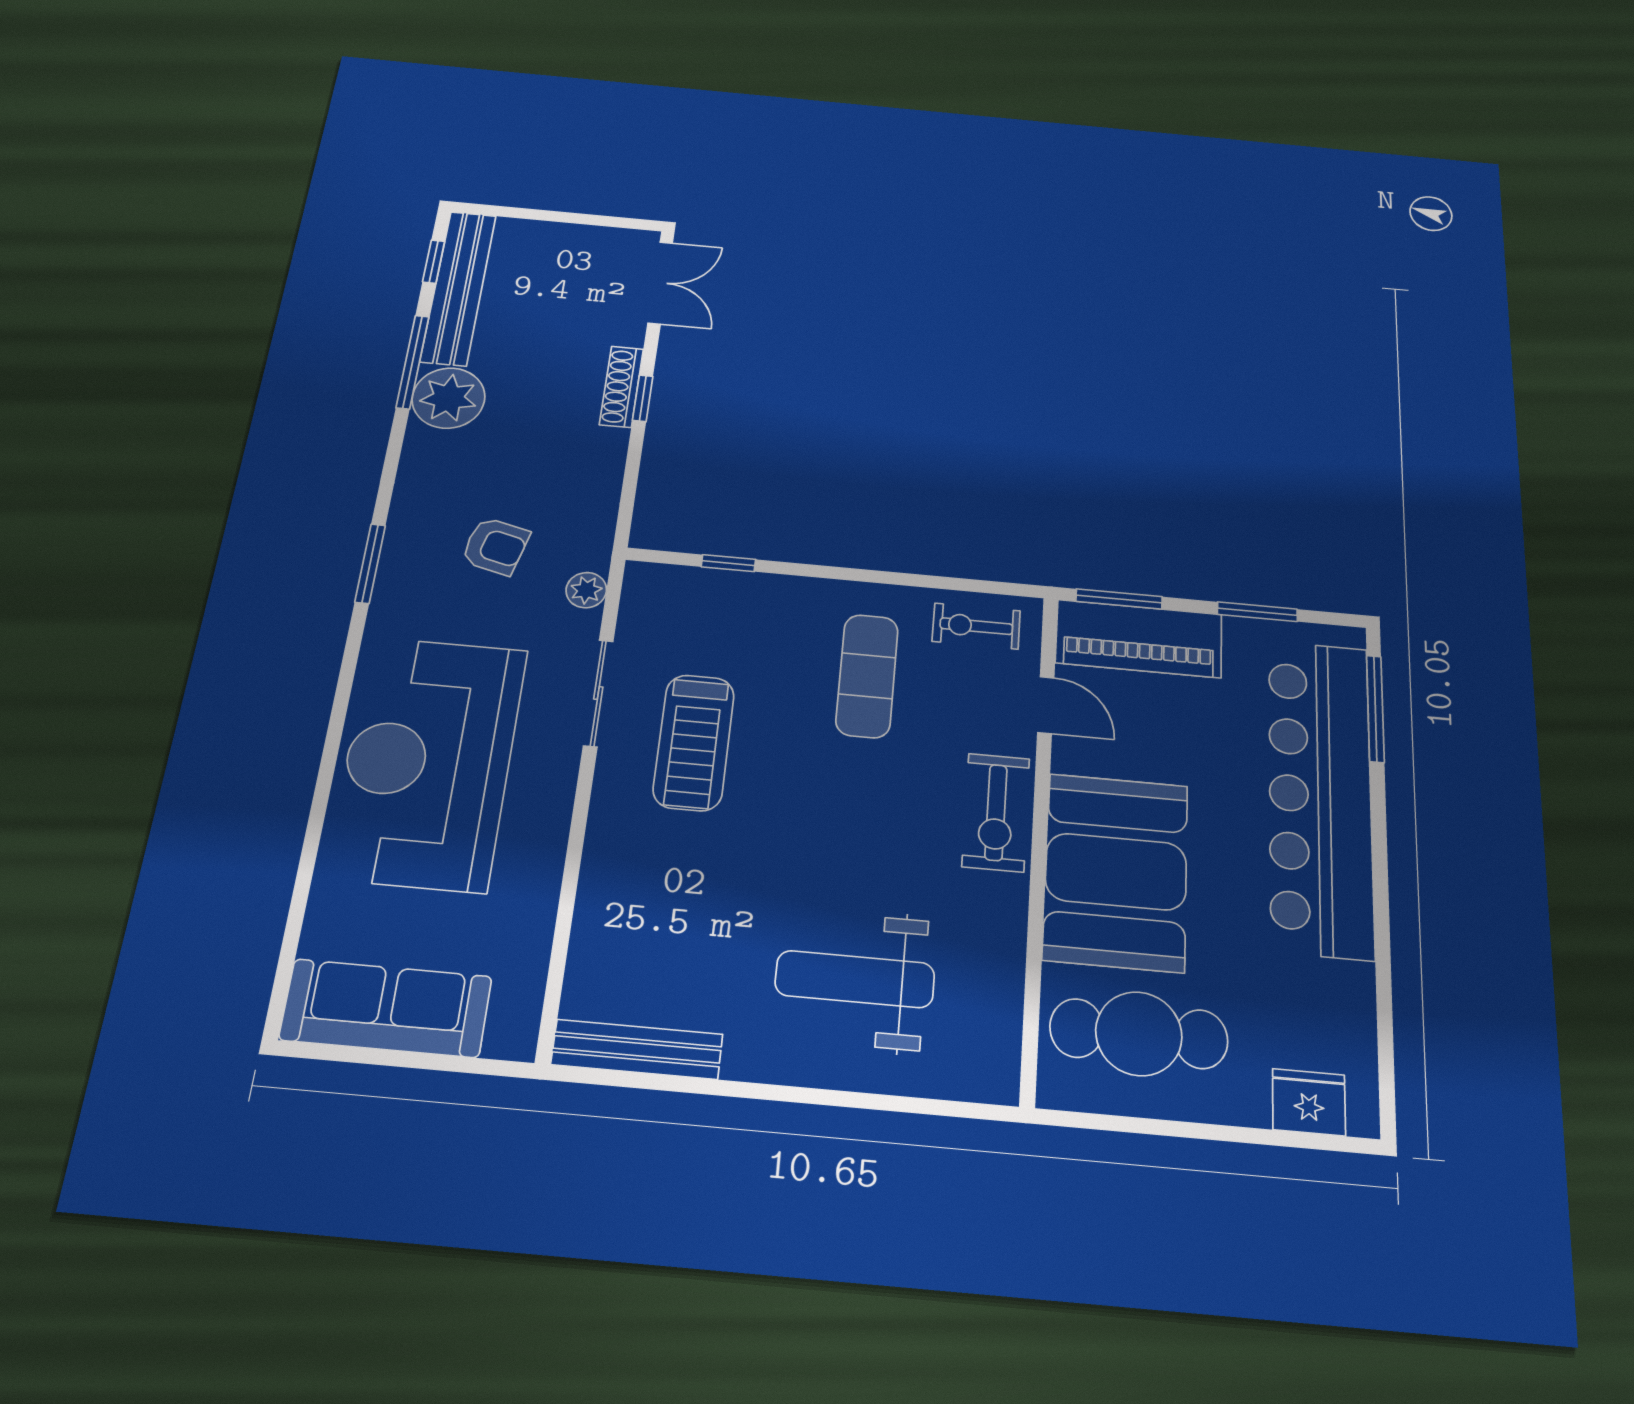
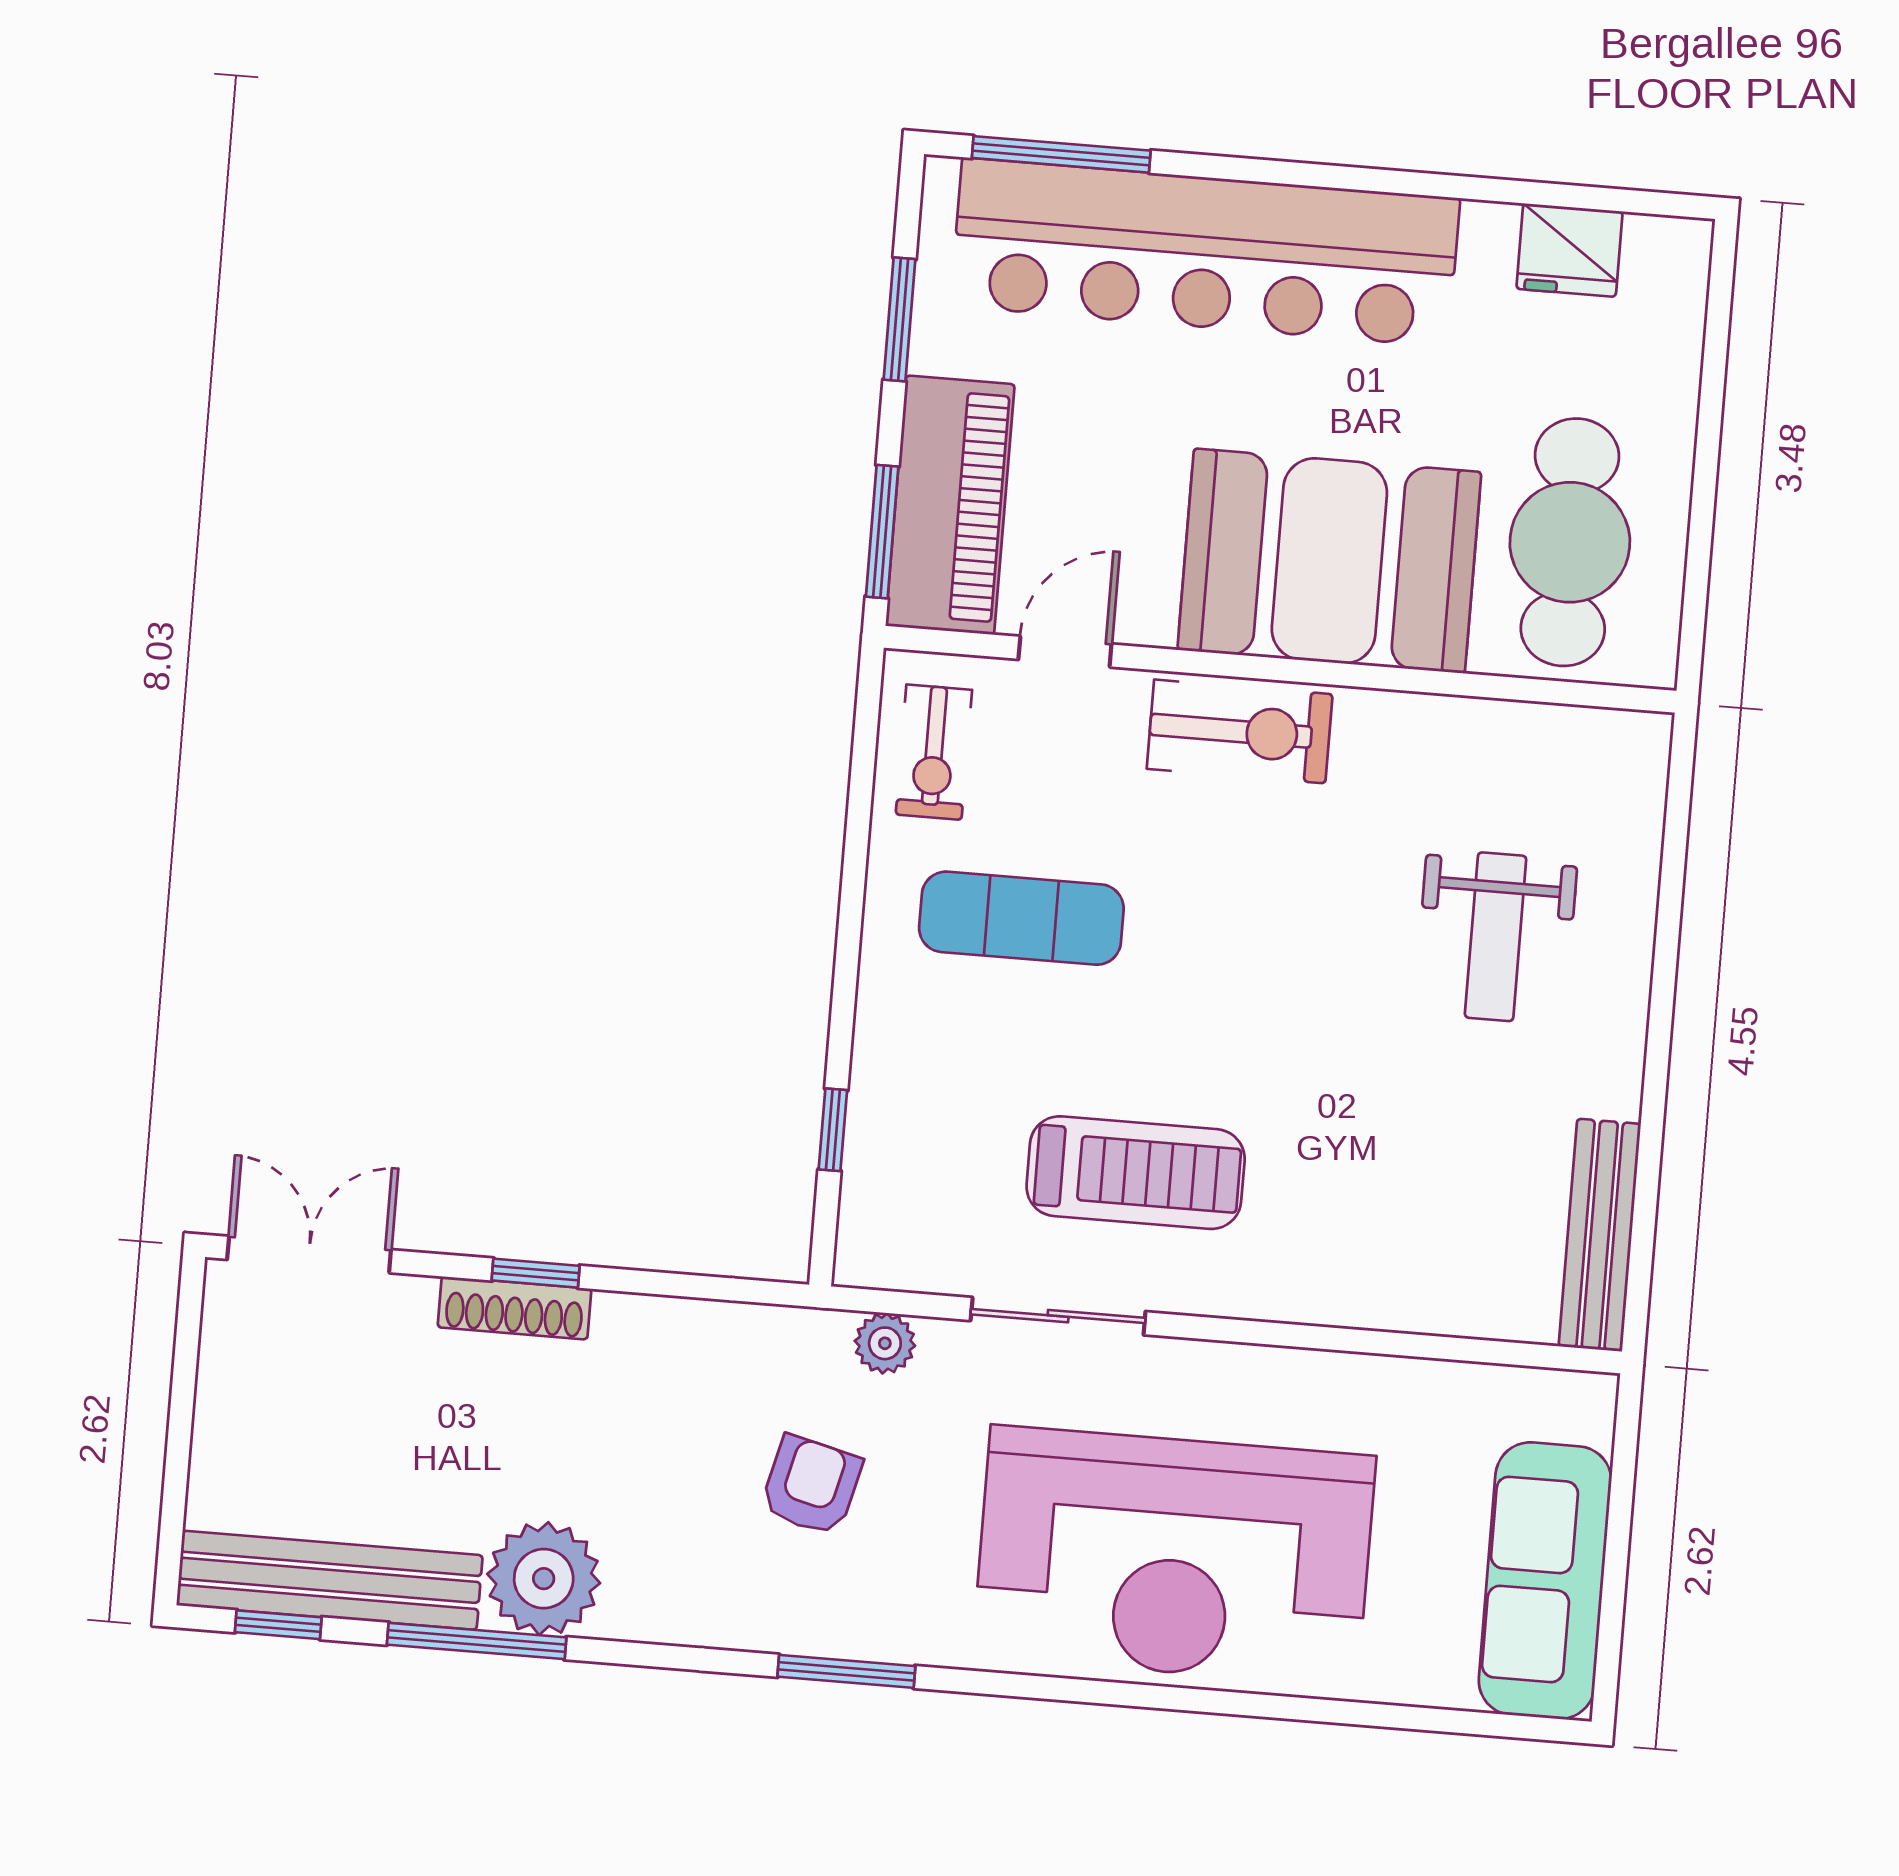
weight bench: (855, 979) -> (1496, 937), width x0.73, depth x0.75
fridge: (1309, 1102) -> (1569, 250), moved, turned -90

